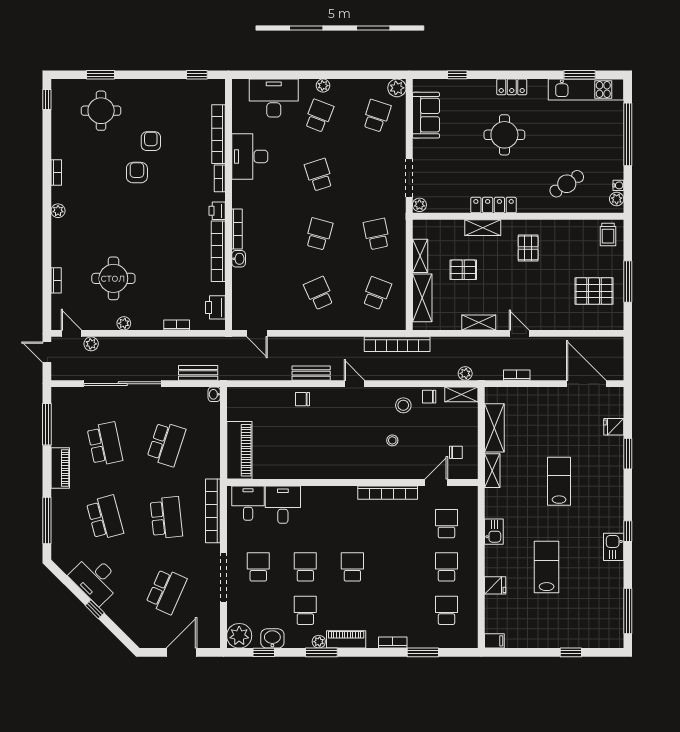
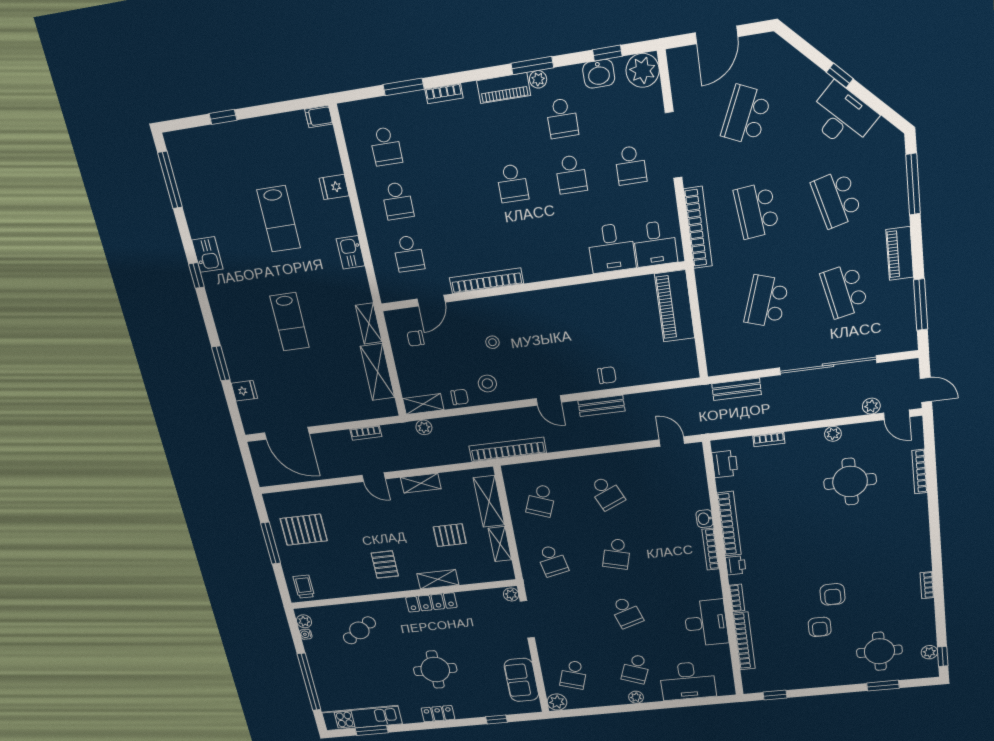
plant: (58, 211) -> (929, 652), moved
bookcase: (56, 280) -> (920, 472), width x1.56
washbasin: (214, 394) -> (714, 367), removed

